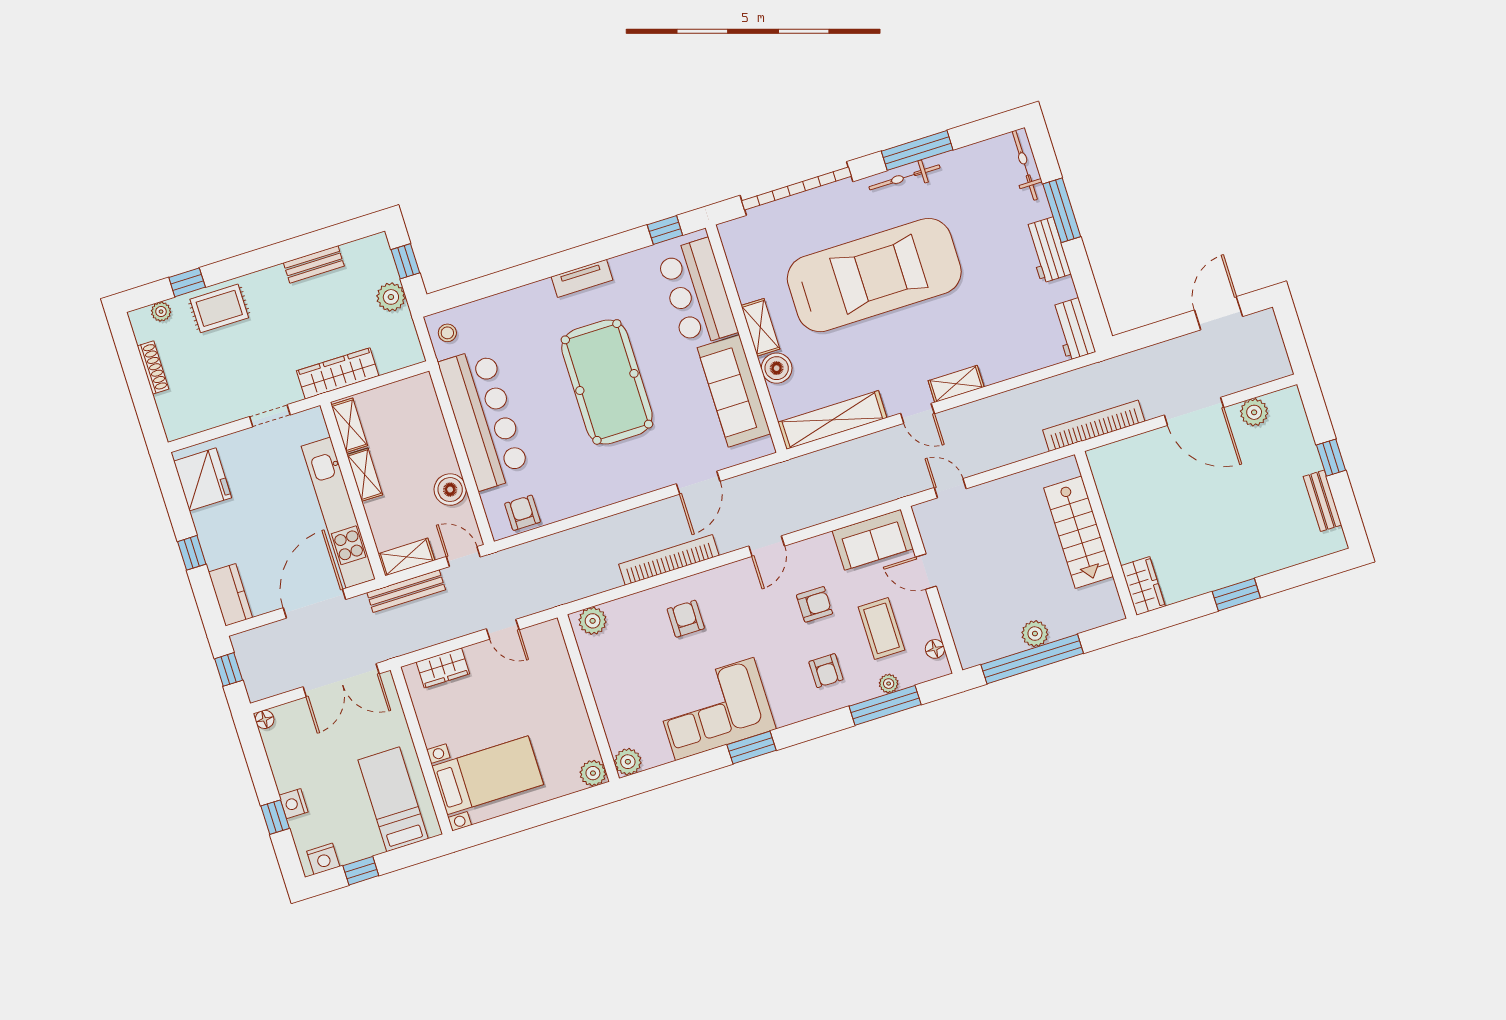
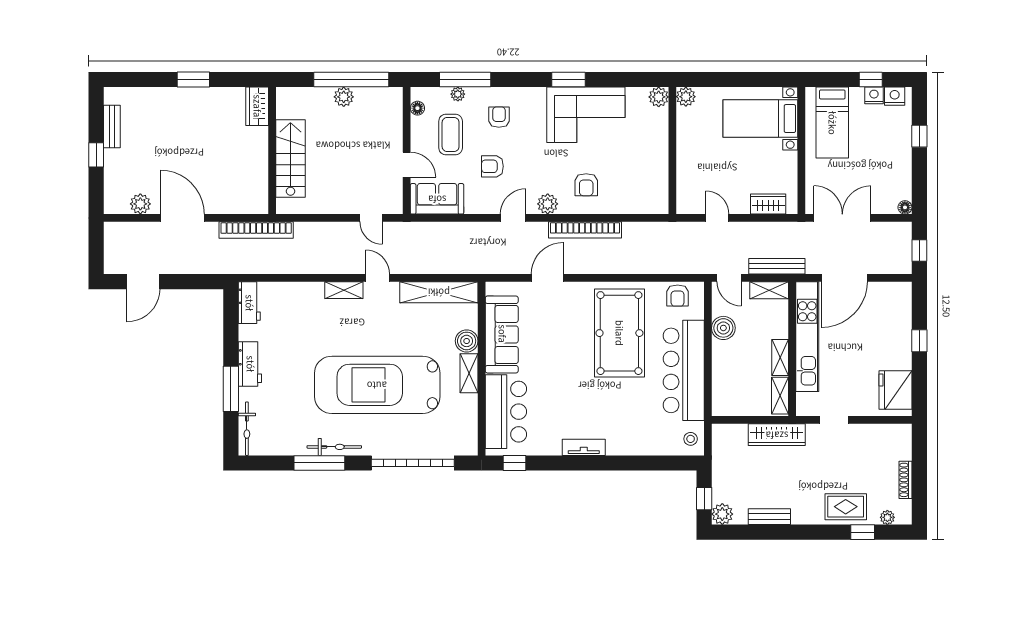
plant: (391, 297) -> (722, 514), moved
pool table: (607, 382) -> (619, 333), moved
kitchen counter: (231, 595) -> (901, 303), removed
plant: (593, 621) -> (548, 204), moved
nightstand: (293, 804) -> (874, 95), moved, turned -90

